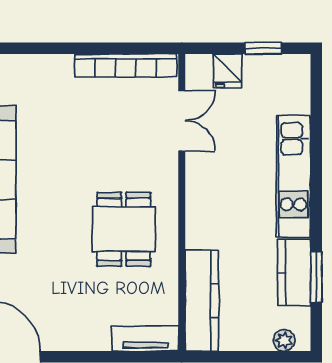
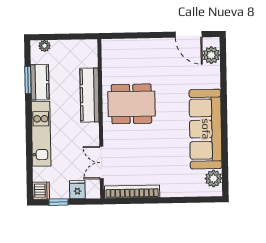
dishwasher: (295, 70) -> (41, 191), added
dining table: (124, 229) -> (131, 104), width x1.38
kitchen counter: (202, 301) -> (89, 95), moved
tv unit: (145, 339) -> (119, 45), removed

